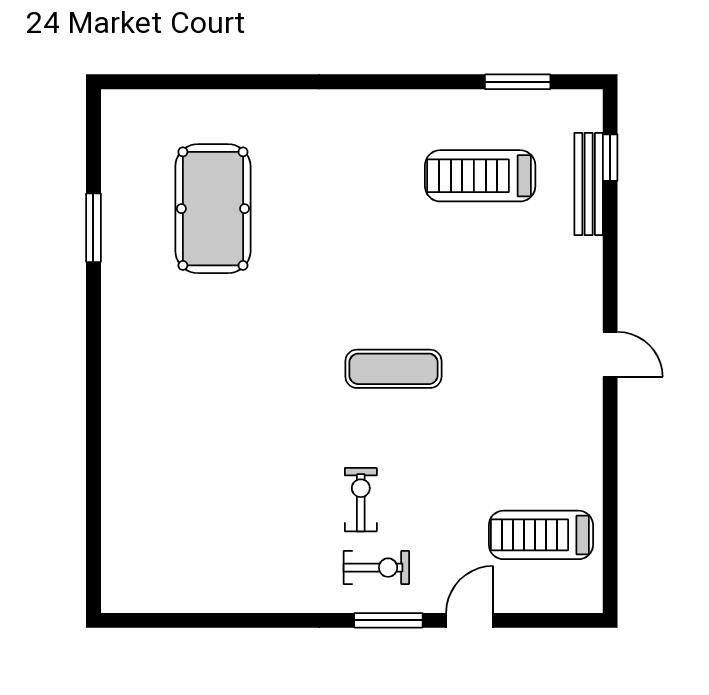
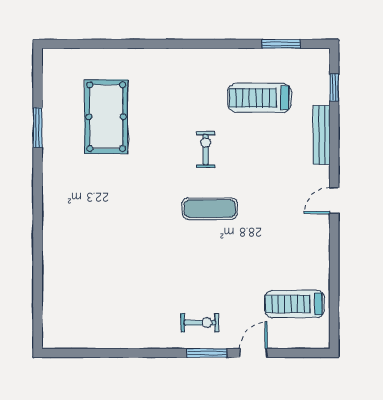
bench: (589, 184) -> (322, 135), moved
door: (610, 354) -> (334, 200), swing flipped
exercise bike: (361, 500) -> (206, 150), moved

